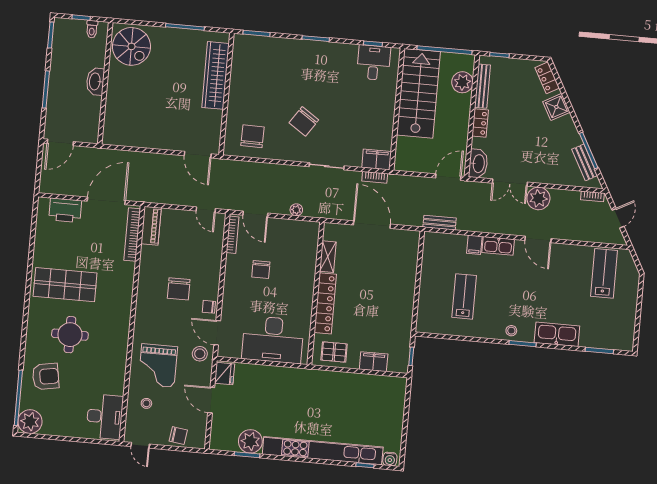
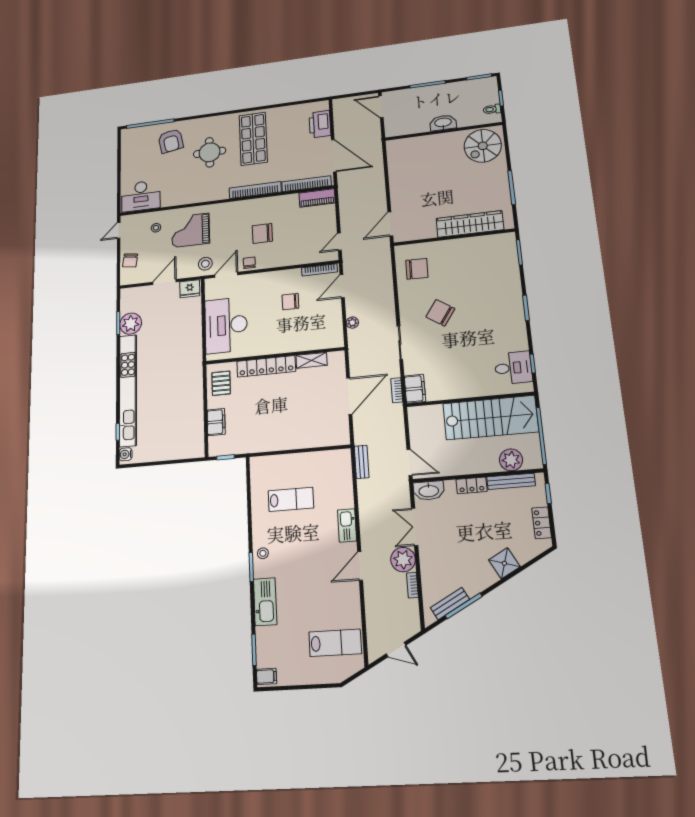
locker: (547, 78) -> (542, 523), moved, turned -61
bookcase: (592, 196) -> (412, 585), moved
filing cabinet: (474, 245) -> (267, 676), moved, turned 180
bookcase: (127, 290) -> (255, 190), added
plant: (30, 422) -> (131, 137), removed

